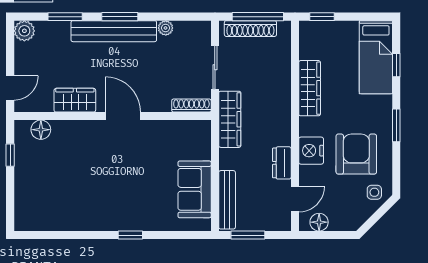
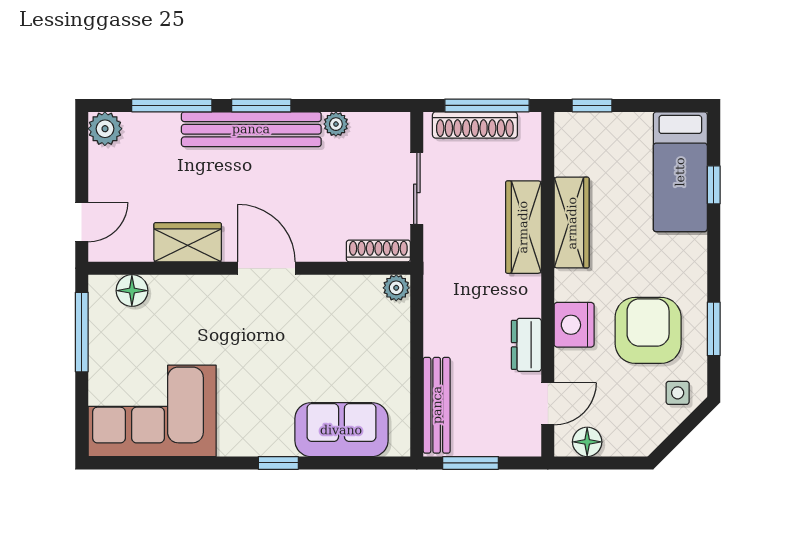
window: (65, 17) -> (172, 105), width x1.44
wardrobe: (230, 119) -> (523, 227), moved, turned 180
window: (396, 125) -> (714, 329), moved
plant: (202, 128) -> (396, 288), added
window: (10, 155) -> (82, 332), width x2.17
sofa: (195, 189) -> (341, 430), moved, turned 90
corner sofa: (53, 203) -> (152, 411), added

